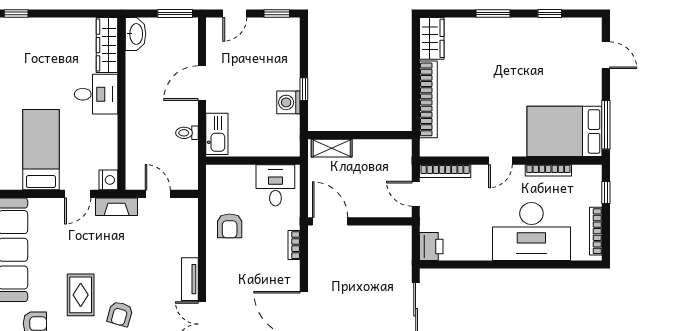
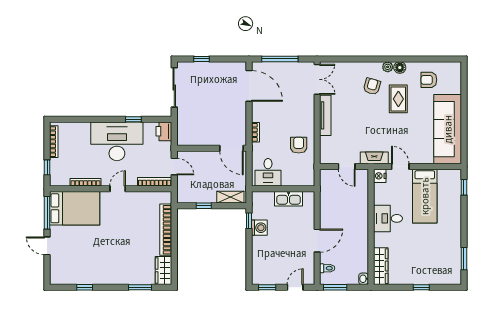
window: (16, 14) -> (421, 287), moved
window: (493, 14) -> (140, 287), moved
washbasin: (136, 34) -> (364, 279), width x0.52, depth x0.69
door: (606, 55) -> (47, 246), moved
window: (304, 89) -> (249, 221), moved
desk: (96, 94) -> (388, 218), moved
toilet: (187, 133) -> (327, 268), moved
kitchen sink: (217, 134) -> (289, 199), moved, turned -90
window: (371, 135) -> (204, 206), added
door: (78, 194) -> (400, 167), hinge flipped
desk: (531, 232) -> (117, 141), moved
window: (477, 265) -> (133, 119), added
tv unit: (190, 279) -> (325, 115), width x1.41

